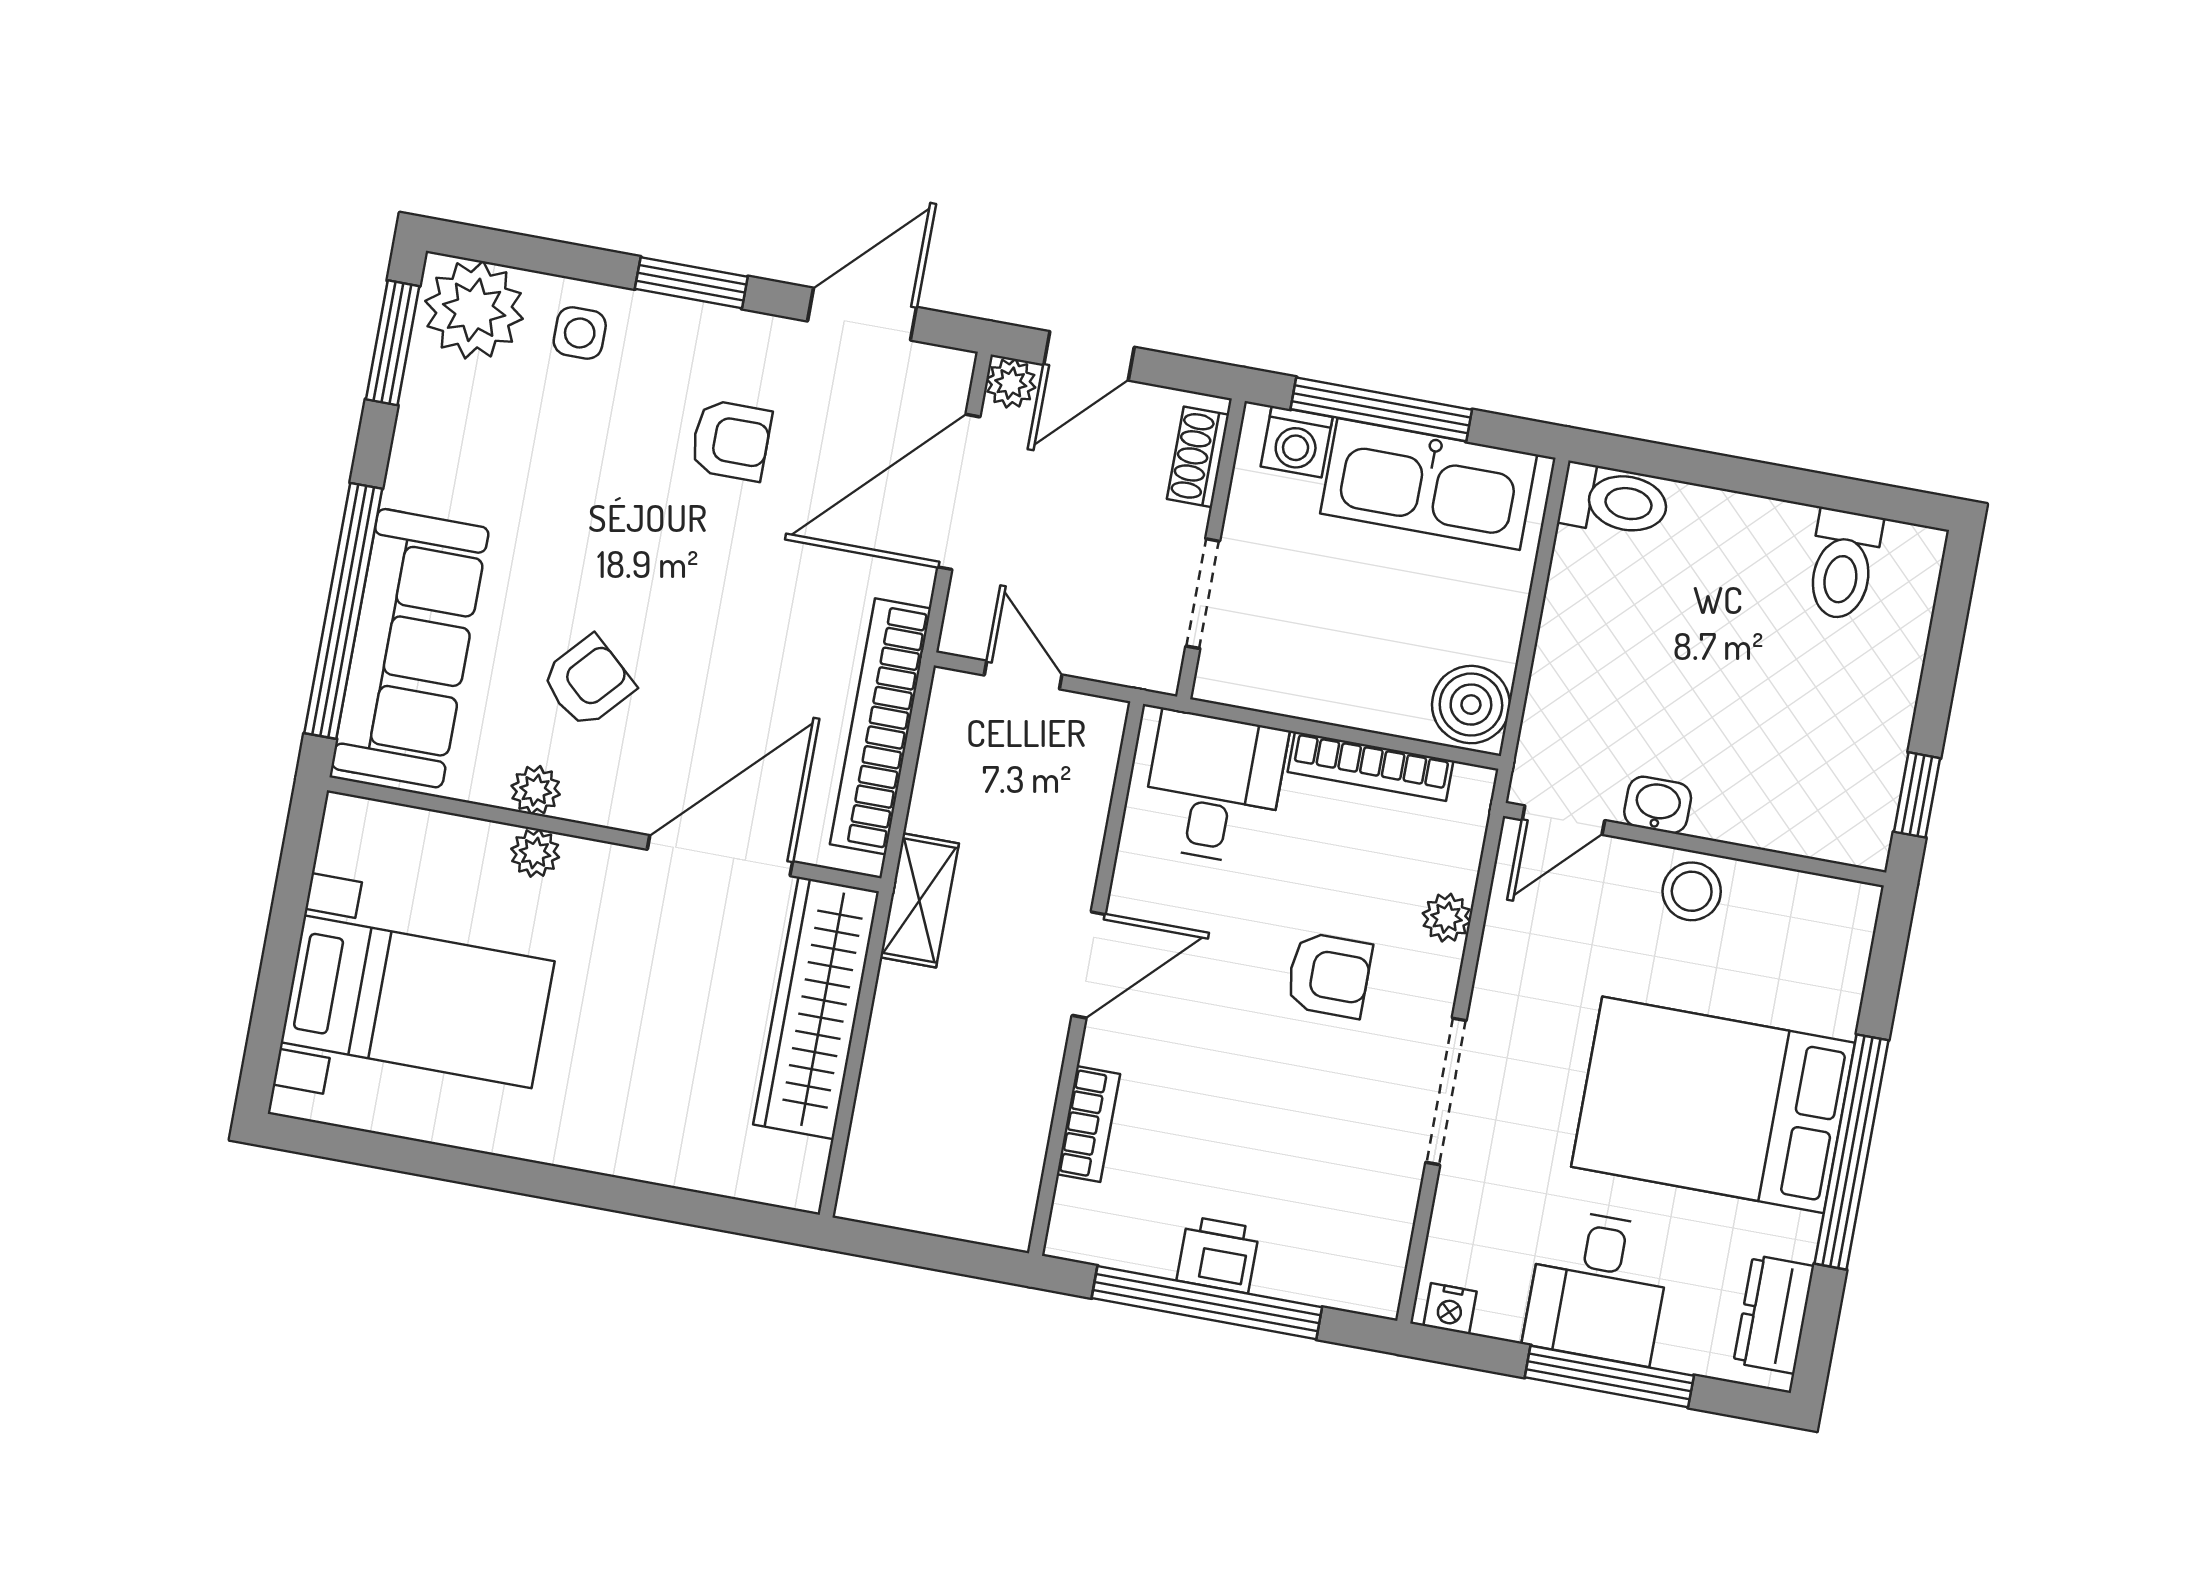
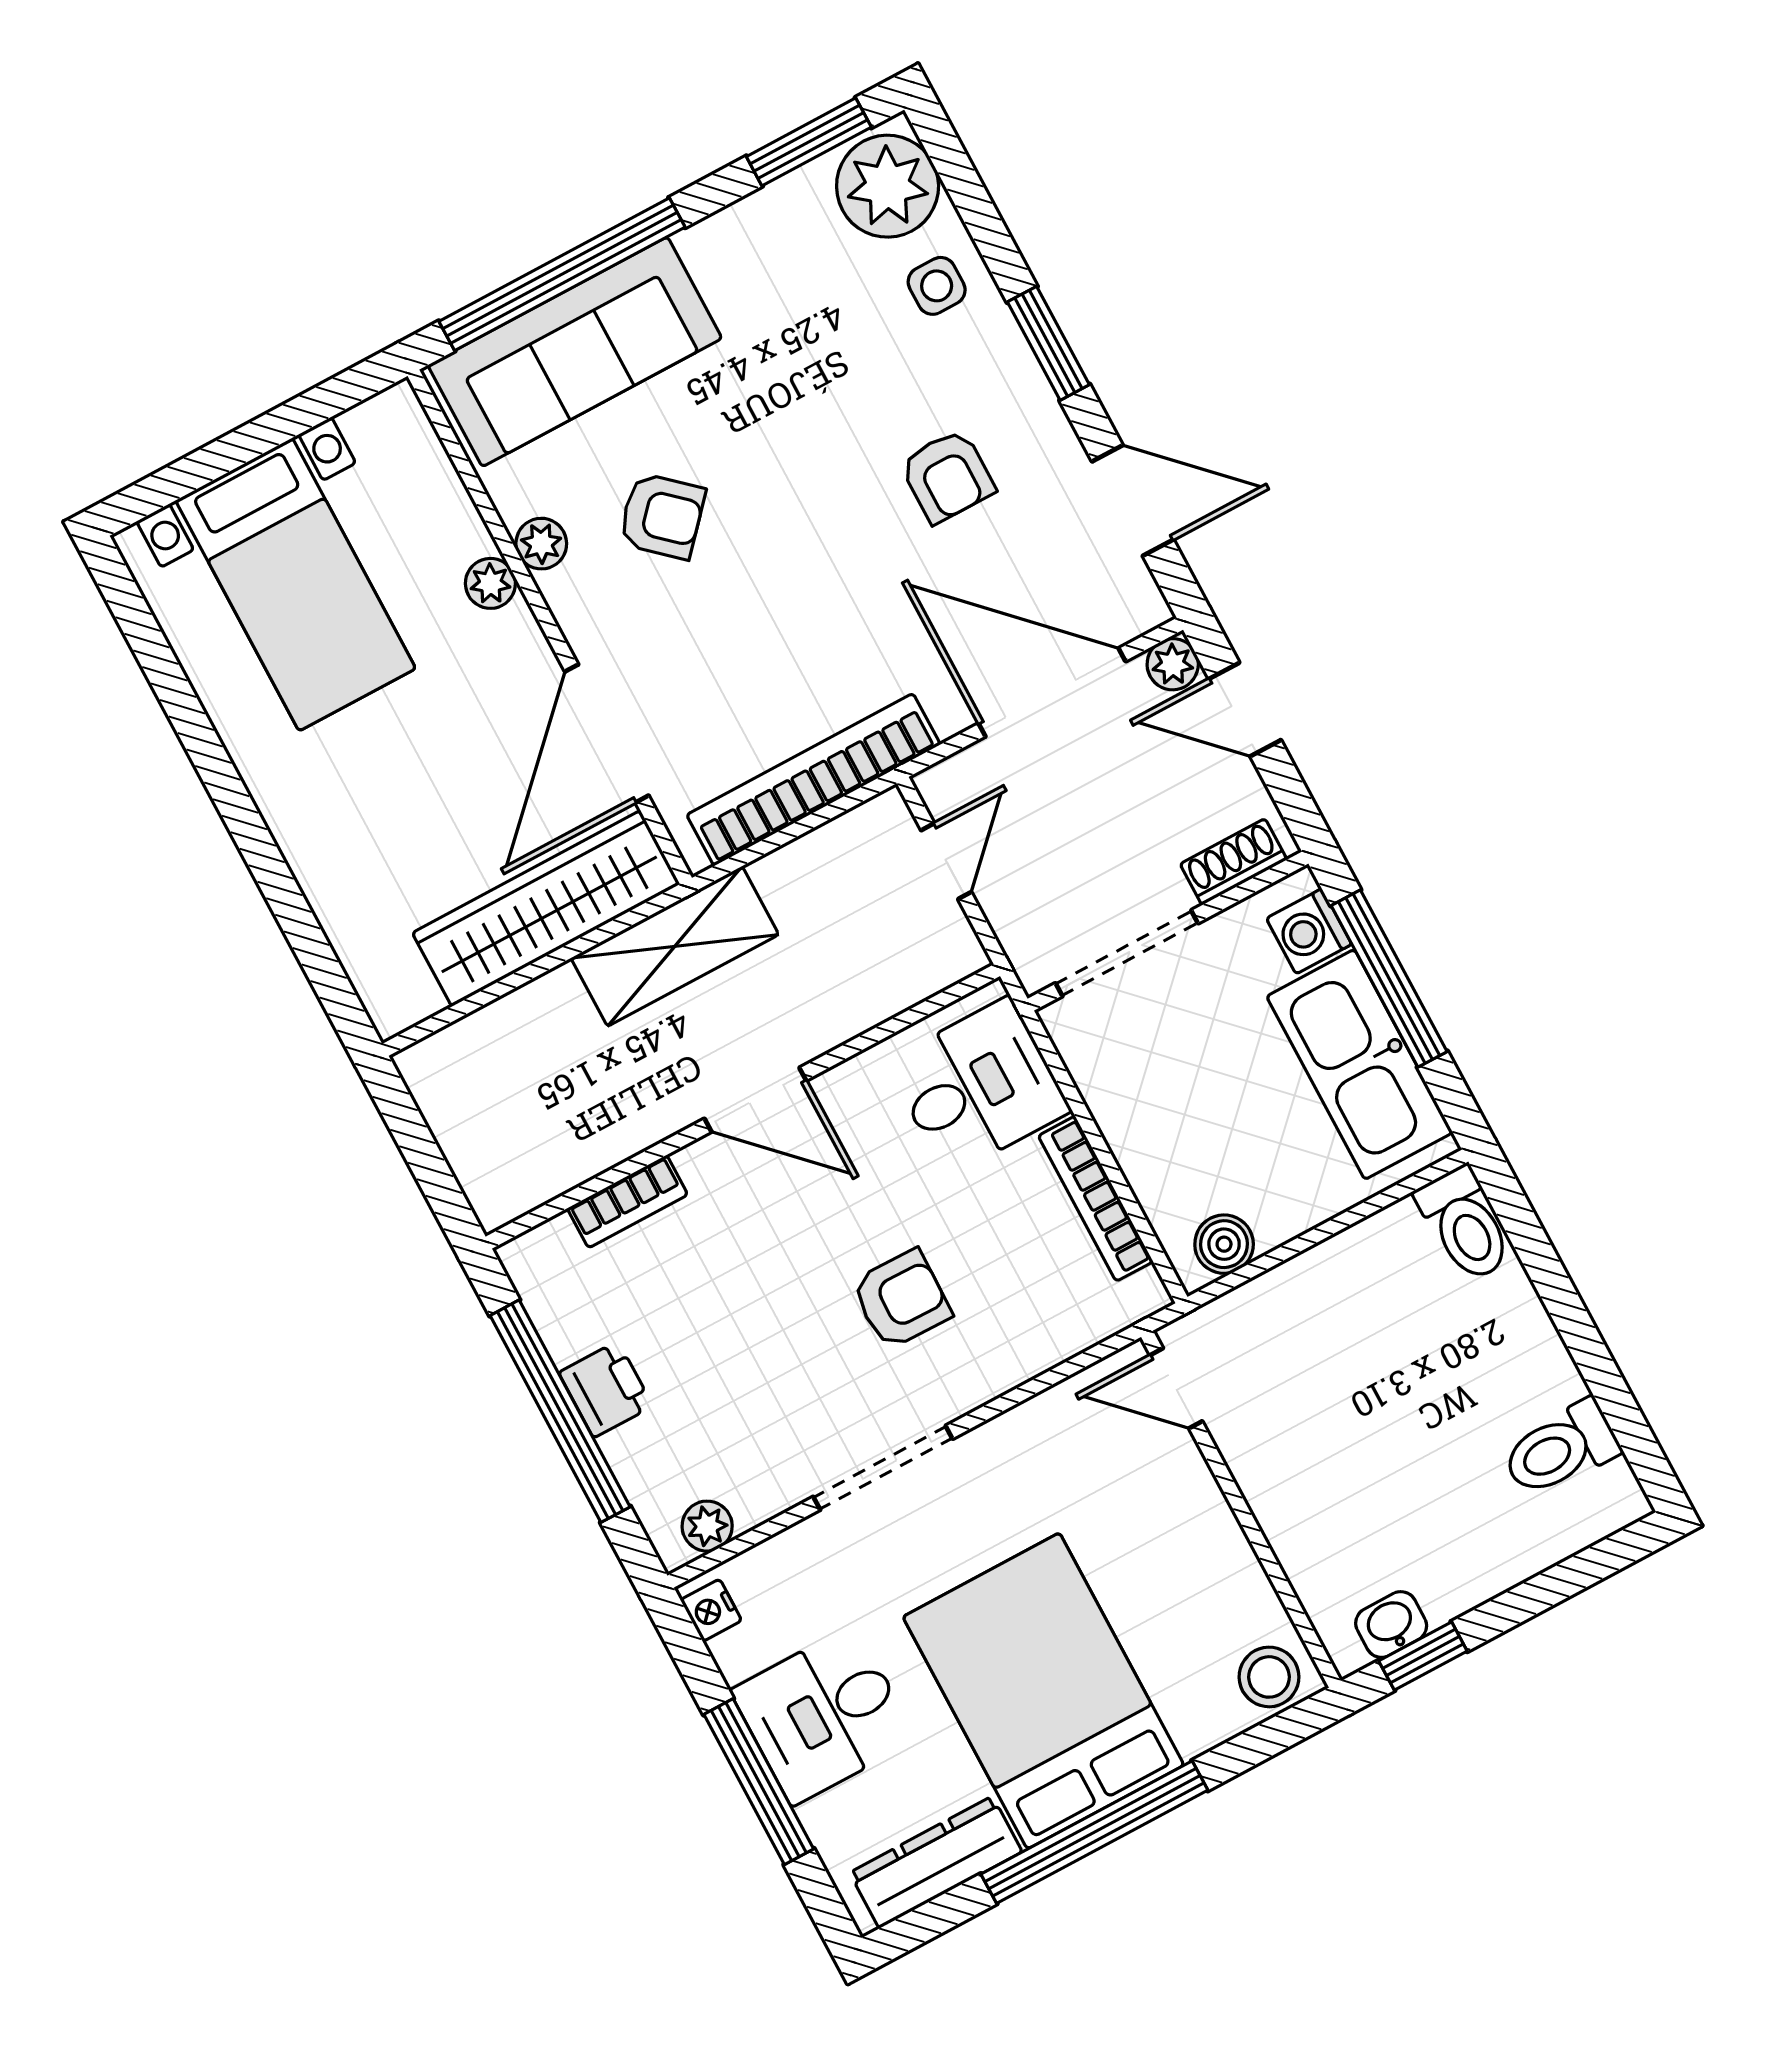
doorway: (1203, 594) -> (1127, 953), width x1.38
boiler: (1471, 705) -> (1224, 1244), width x0.73, depth x0.73
washbasin: (1658, 805) -> (1391, 1624), moved, turned -90
door: (720, 856) -> (607, 734), swing flipped
stool: (1692, 891) -> (1269, 1677), moved
shelving: (919, 900) -> (675, 946), width x1.50, depth x1.33
plant: (1447, 918) -> (707, 1526), moved
armchair: (1329, 975) -> (901, 1299), turned -89
dresser: (1774, 1314) -> (936, 1862), width x1.44

